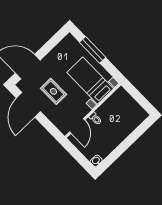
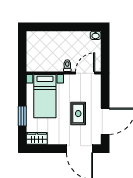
wardrobe: (66, 44) -> (37, 138), added
window: (93, 50) -> (22, 116), width x0.69

